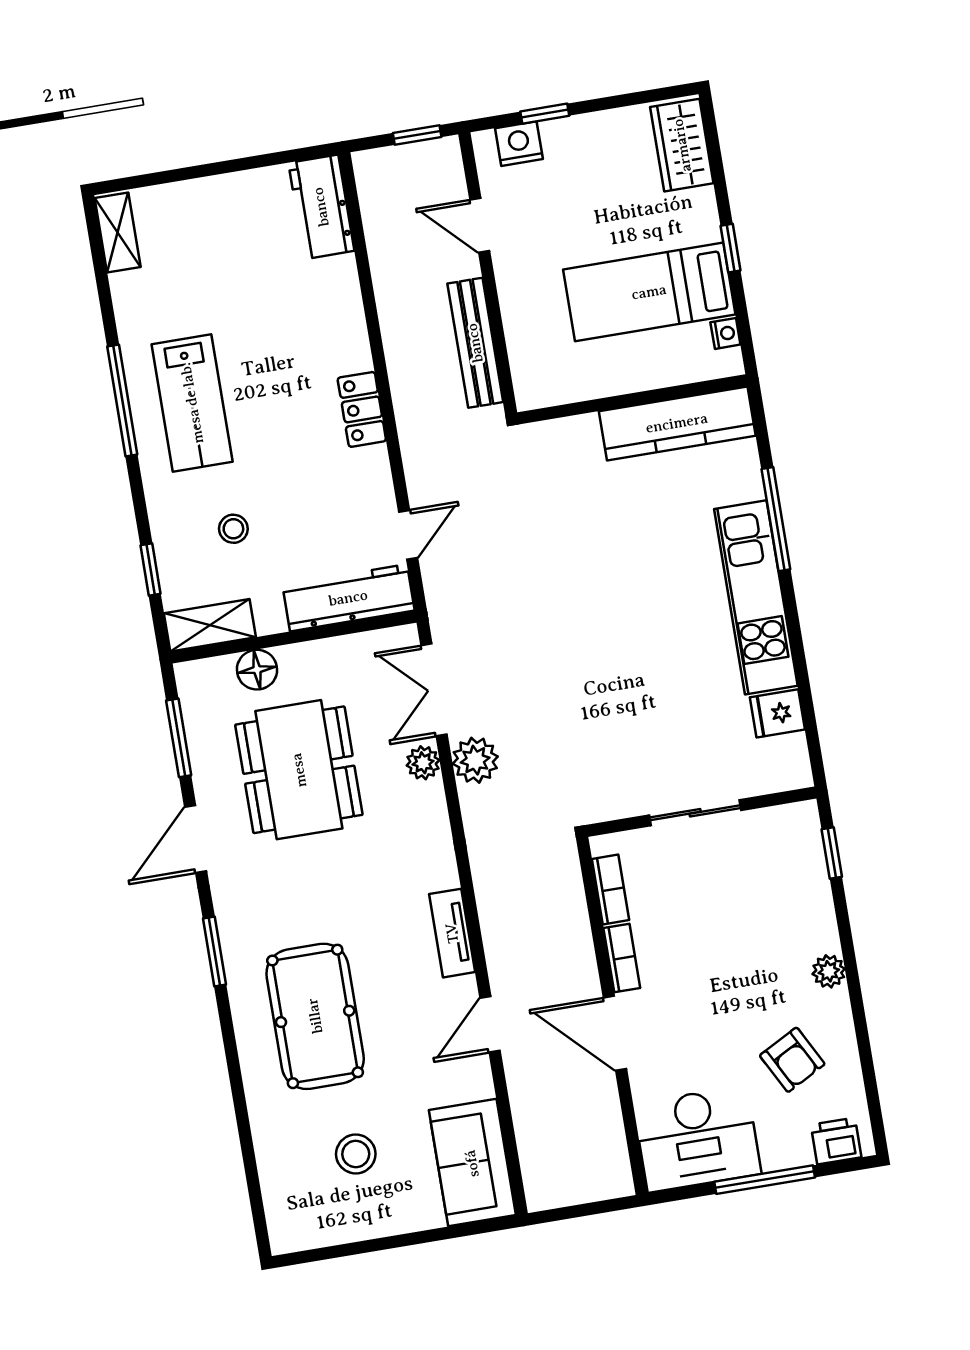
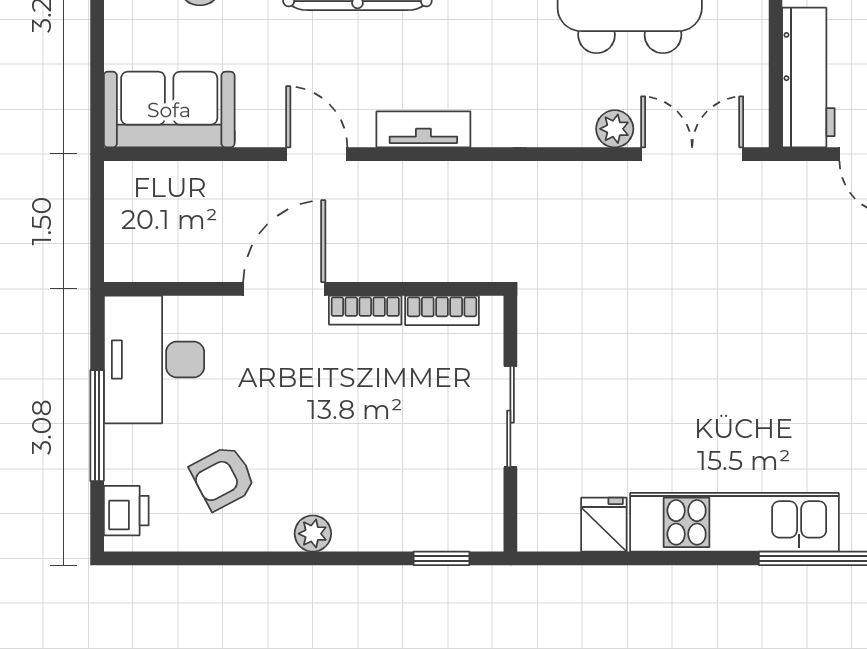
plant: (475, 760) -> (608, 186), removed

